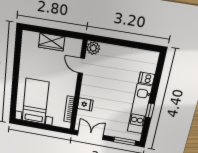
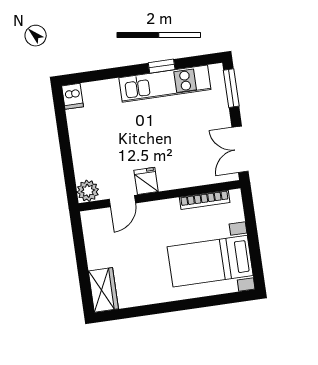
wardrobe: (52, 42) -> (103, 290), moved
dishwasher: (147, 78) -> (72, 96), moved
fridge: (85, 104) -> (146, 181), moved

